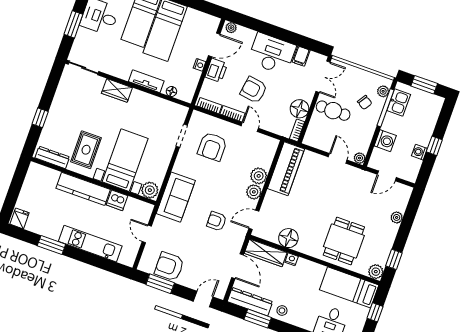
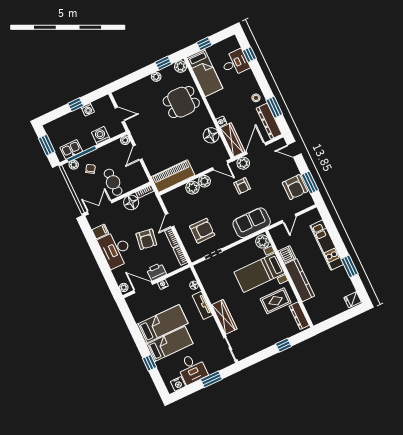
wardrobe: (117, 90) -> (224, 317), width x1.50
plant: (397, 217) -> (156, 77), moved
plant: (236, 242) -> (243, 163), added

